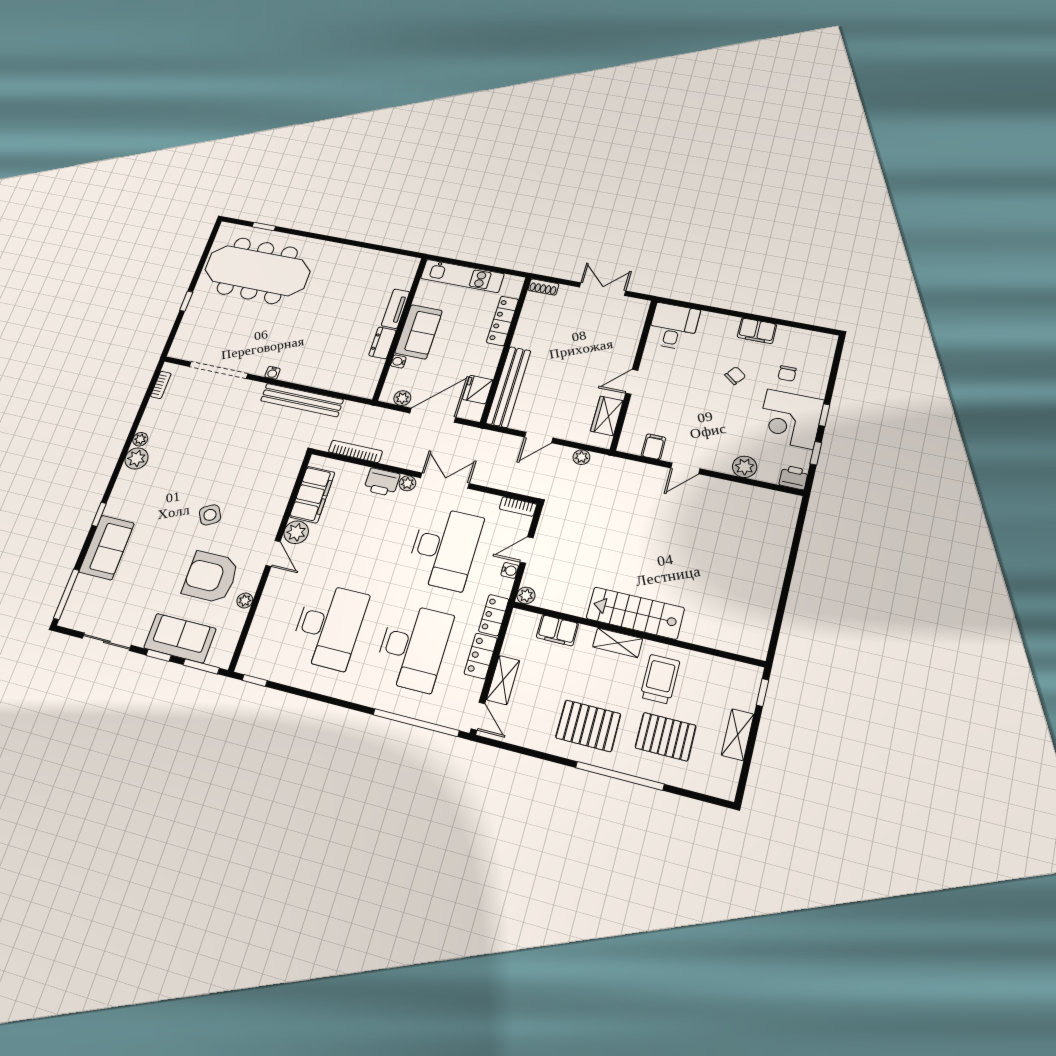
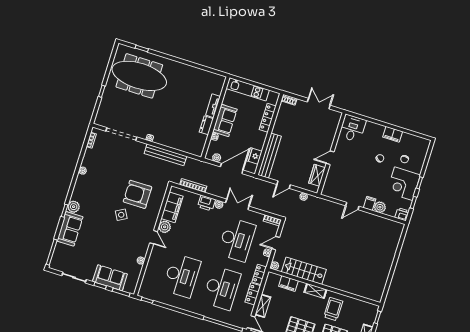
filing cabinet: (653, 447) -> (370, 203), moved
plant: (136, 458) -> (74, 207), moved
armchair: (211, 577) -> (138, 194), moved
stairs: (635, 613) -> (304, 271), moved

